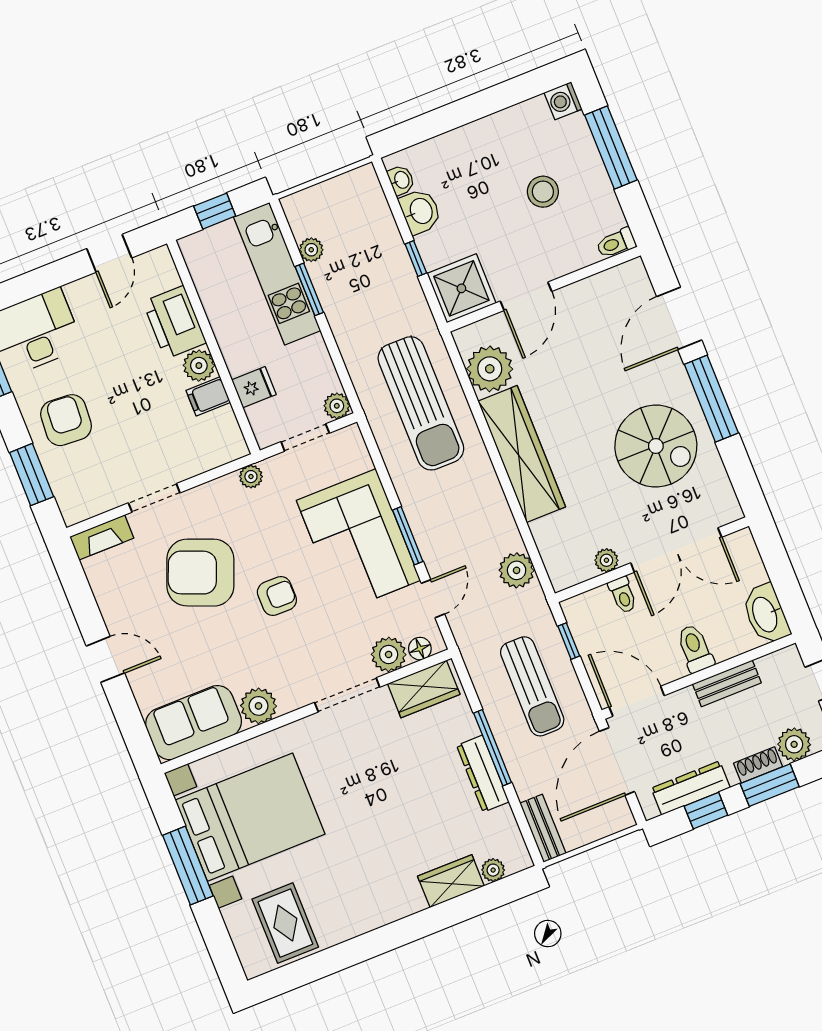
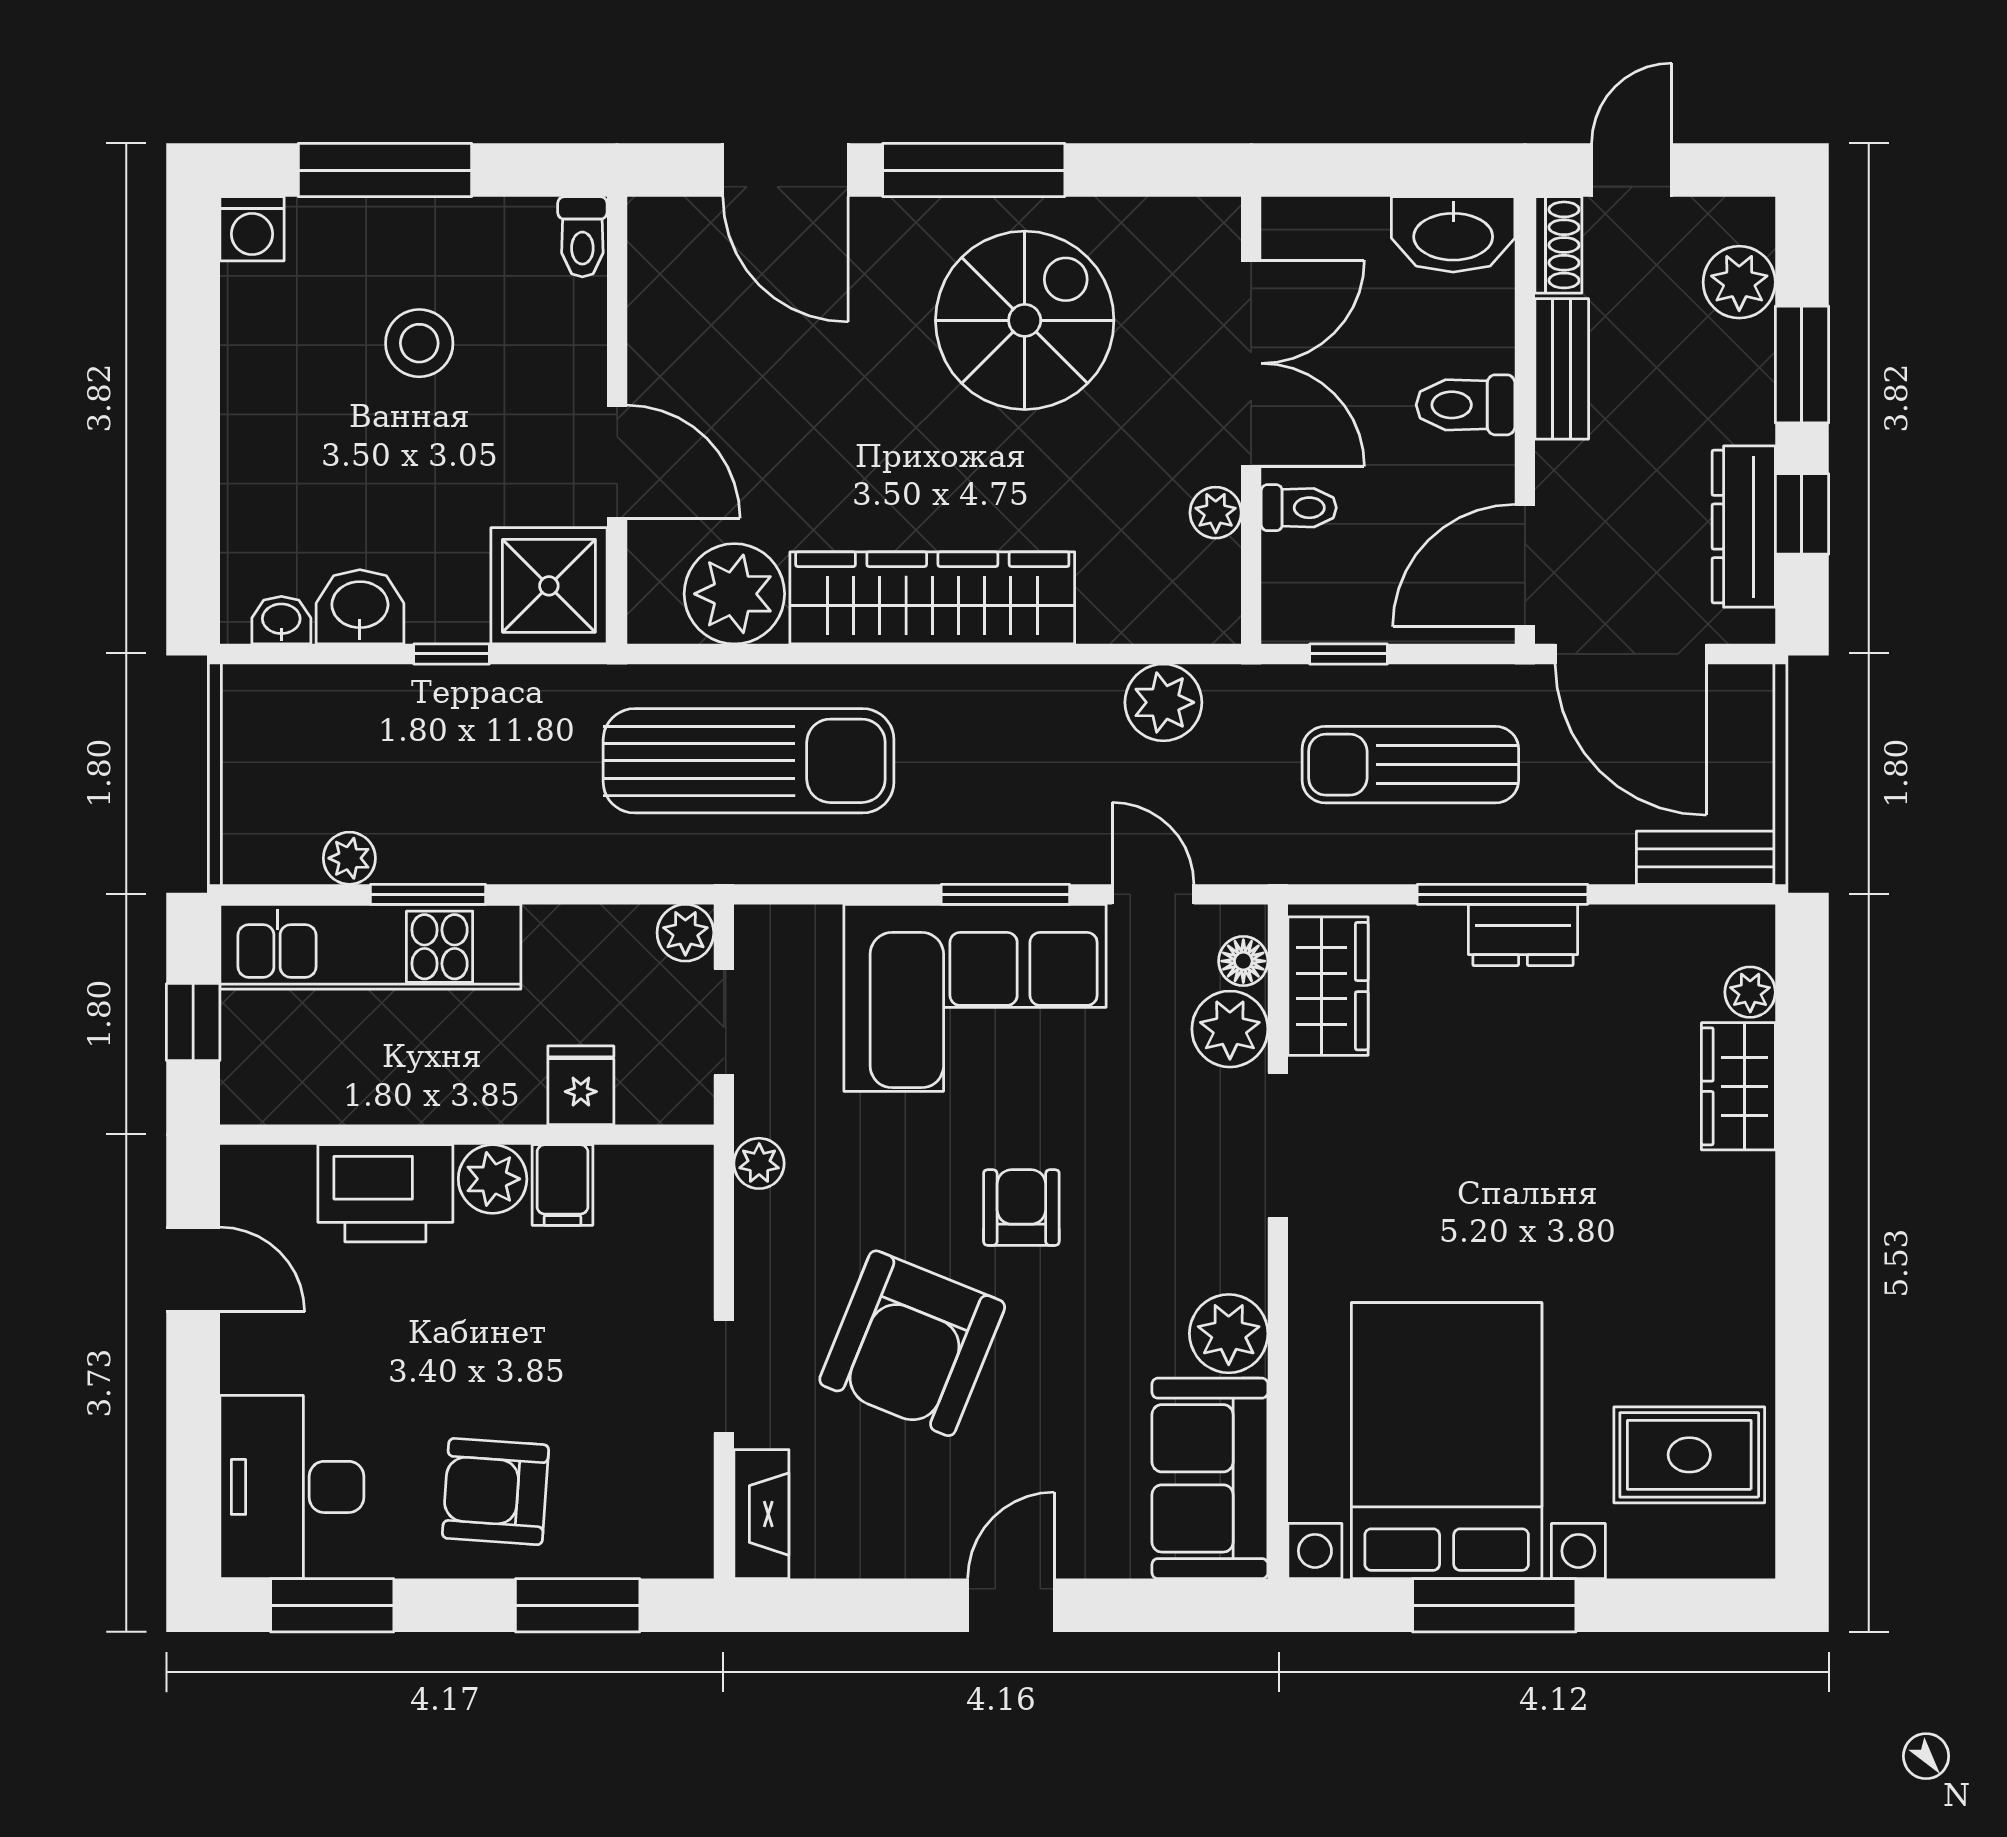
sun lounger: (532, 686) -> (1410, 765), turned 180
shoe rack: (758, 765) -> (1558, 245), moved, turned 180
dresser: (483, 774) -> (1523, 935), width x0.70

